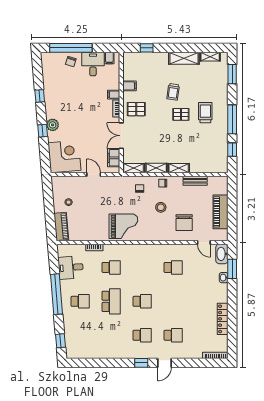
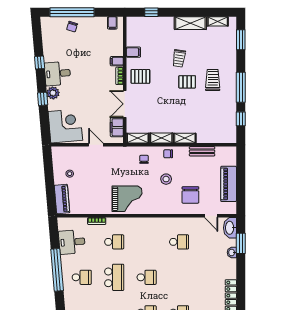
desk: (93, 64) -> (58, 74), moved, turned -95

